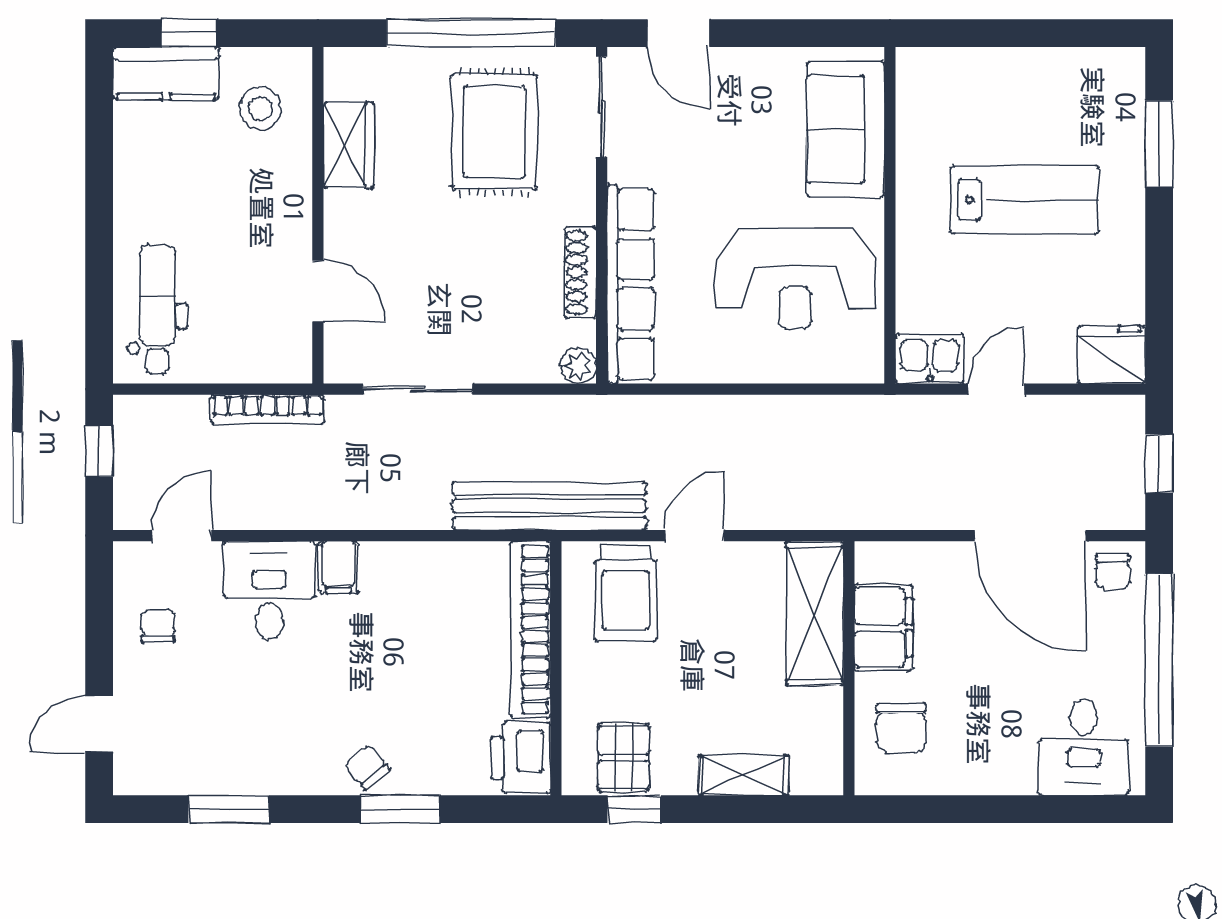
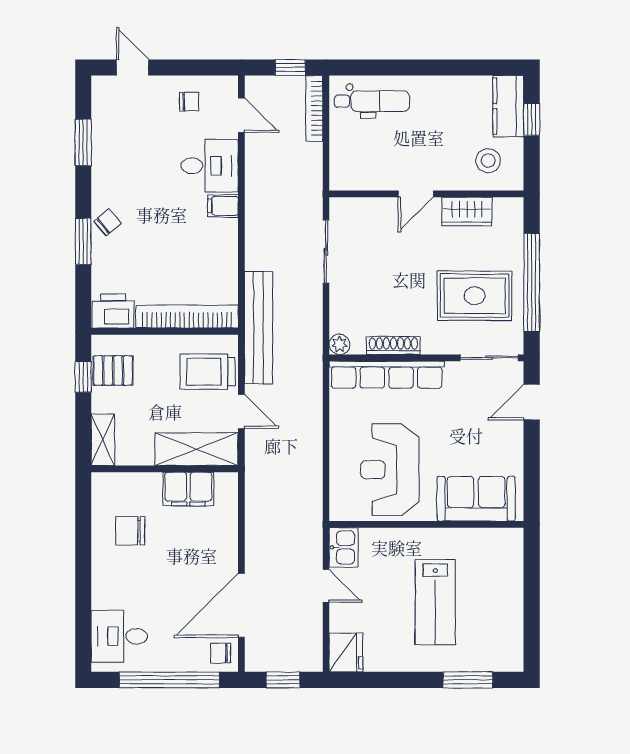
door: (318, 291) -> (416, 194), moved
bookcase: (268, 409) -> (314, 108), moved
shelving: (815, 614) -> (196, 449), moved
filing cabinet: (884, 627) -> (188, 489), moved
wall: (849, 668) -> (165, 469), moved

